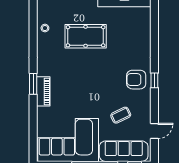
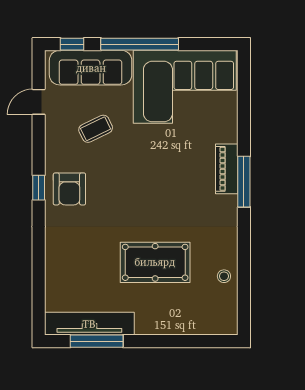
armchair: (136, 80) -> (69, 189), turned 90
window: (33, 84) -> (244, 182), width x1.44

